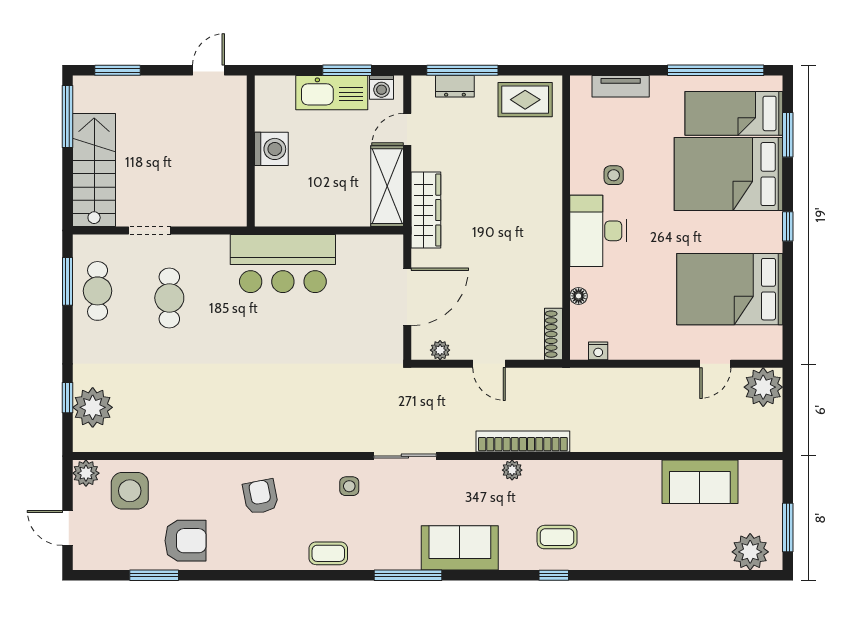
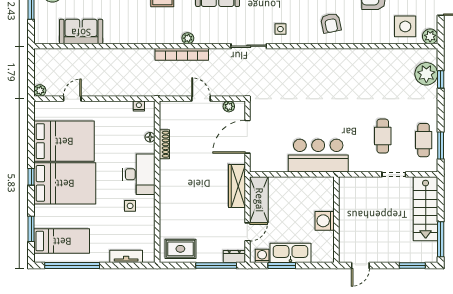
dresser: (455, 86) -> (234, 256), moved
bed: (729, 174) -> (65, 183), moved
shoe rack: (553, 334) -> (164, 144), moved
plant: (763, 387) -> (40, 91), width x0.53, depth x0.53

